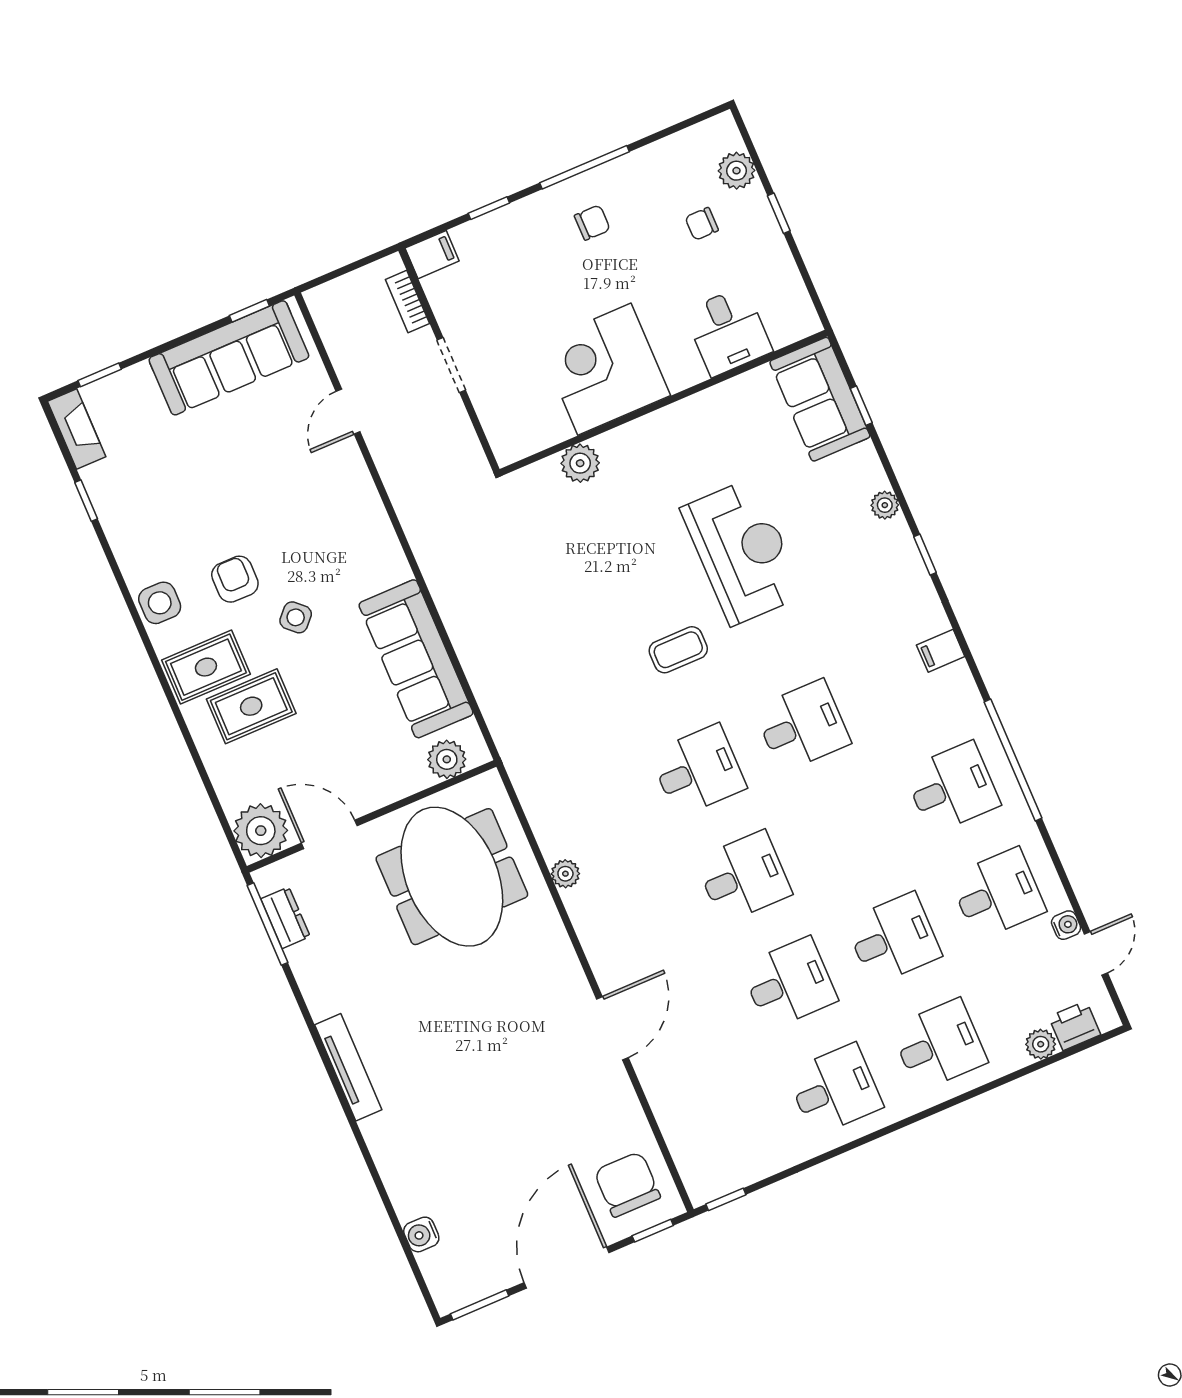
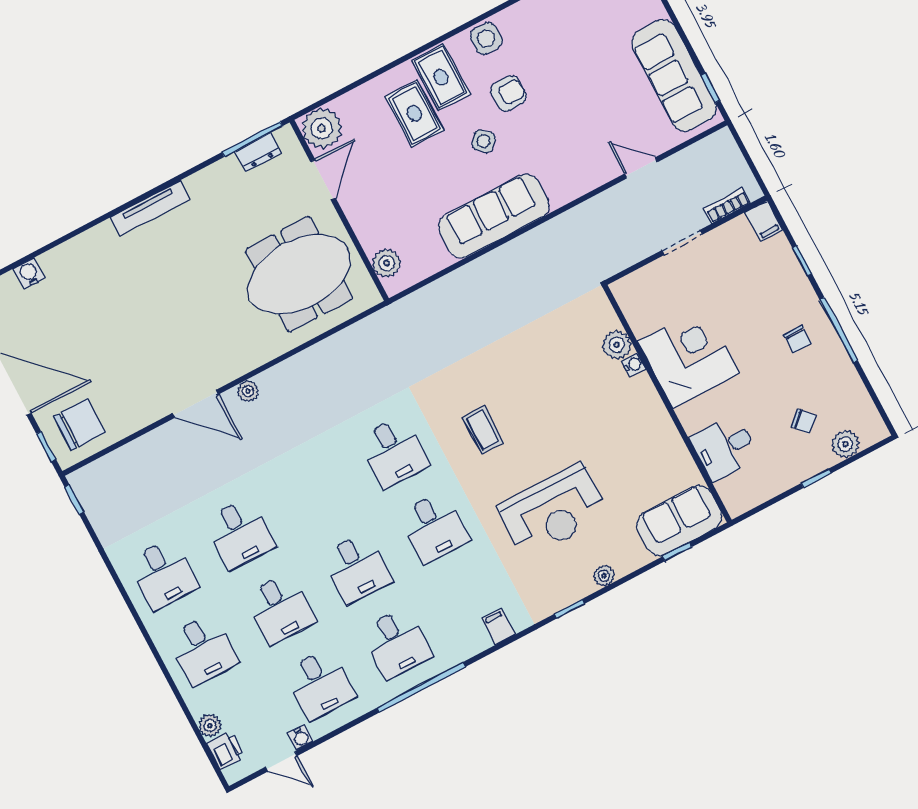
chair: (702, 224) -> (803, 421), turned 138
water cooler: (608, 443) -> (633, 365), added
reception desk: (742, 552) -> (553, 511), moved
sofa: (416, 659) -> (494, 216), moved
plant: (565, 874) -> (248, 391), moved
desk: (743, 877) -> (357, 568), moved

